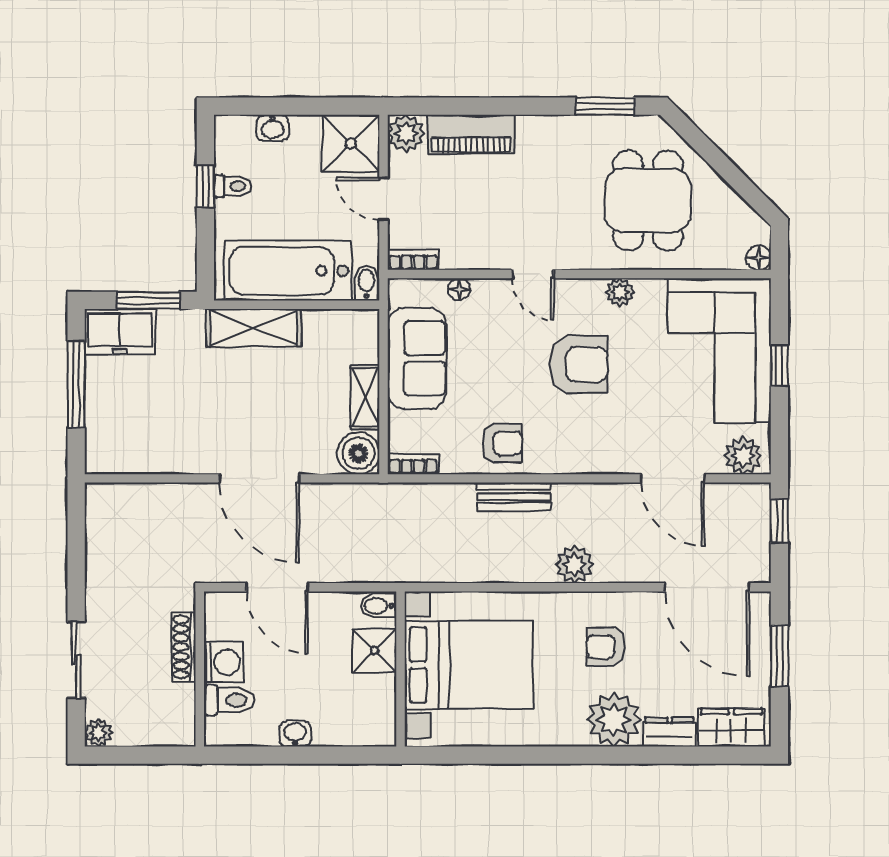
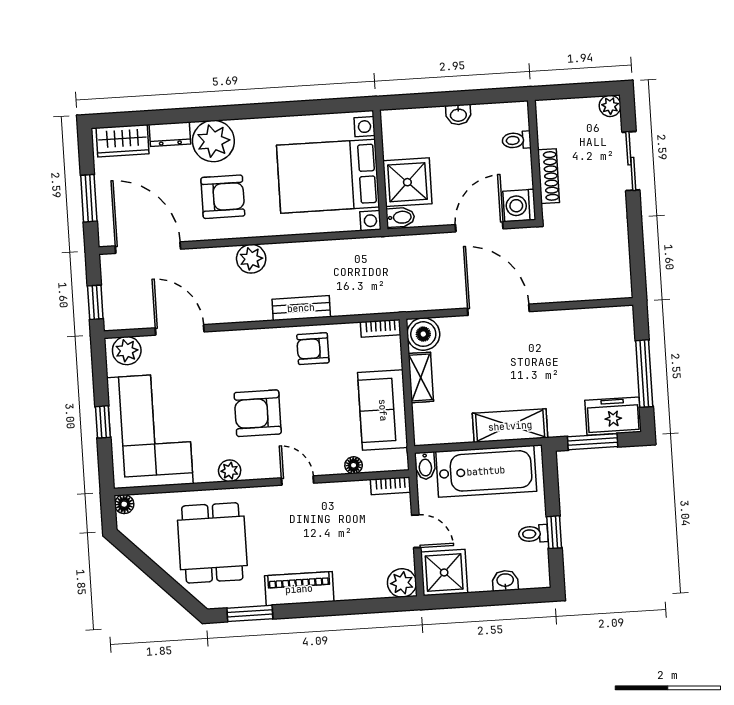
piano: (471, 134) -> (299, 589), moved
door: (277, 587) -> (479, 227), hinge flipped
armchair: (606, 647) -> (223, 197), width x1.38, depth x1.38
shower: (375, 651) -> (407, 182), width x1.36, depth x1.36
washing machine: (224, 662) -> (519, 206), moved
toilet: (229, 700) -> (517, 140), width x0.73, depth x0.72

